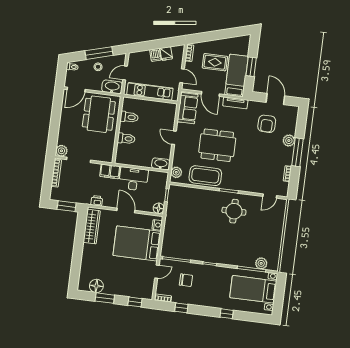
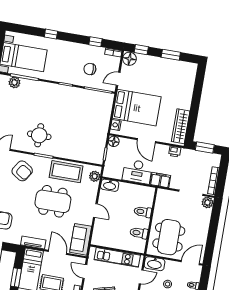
armchair: (250, 175) -> (22, 171), added
floor lamp: (96, 286) -> (129, 59), moved

